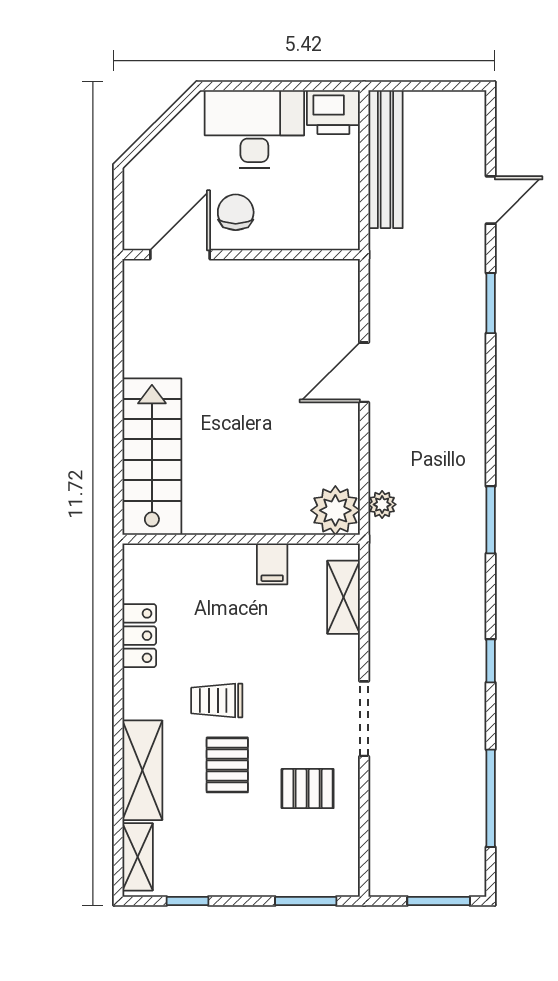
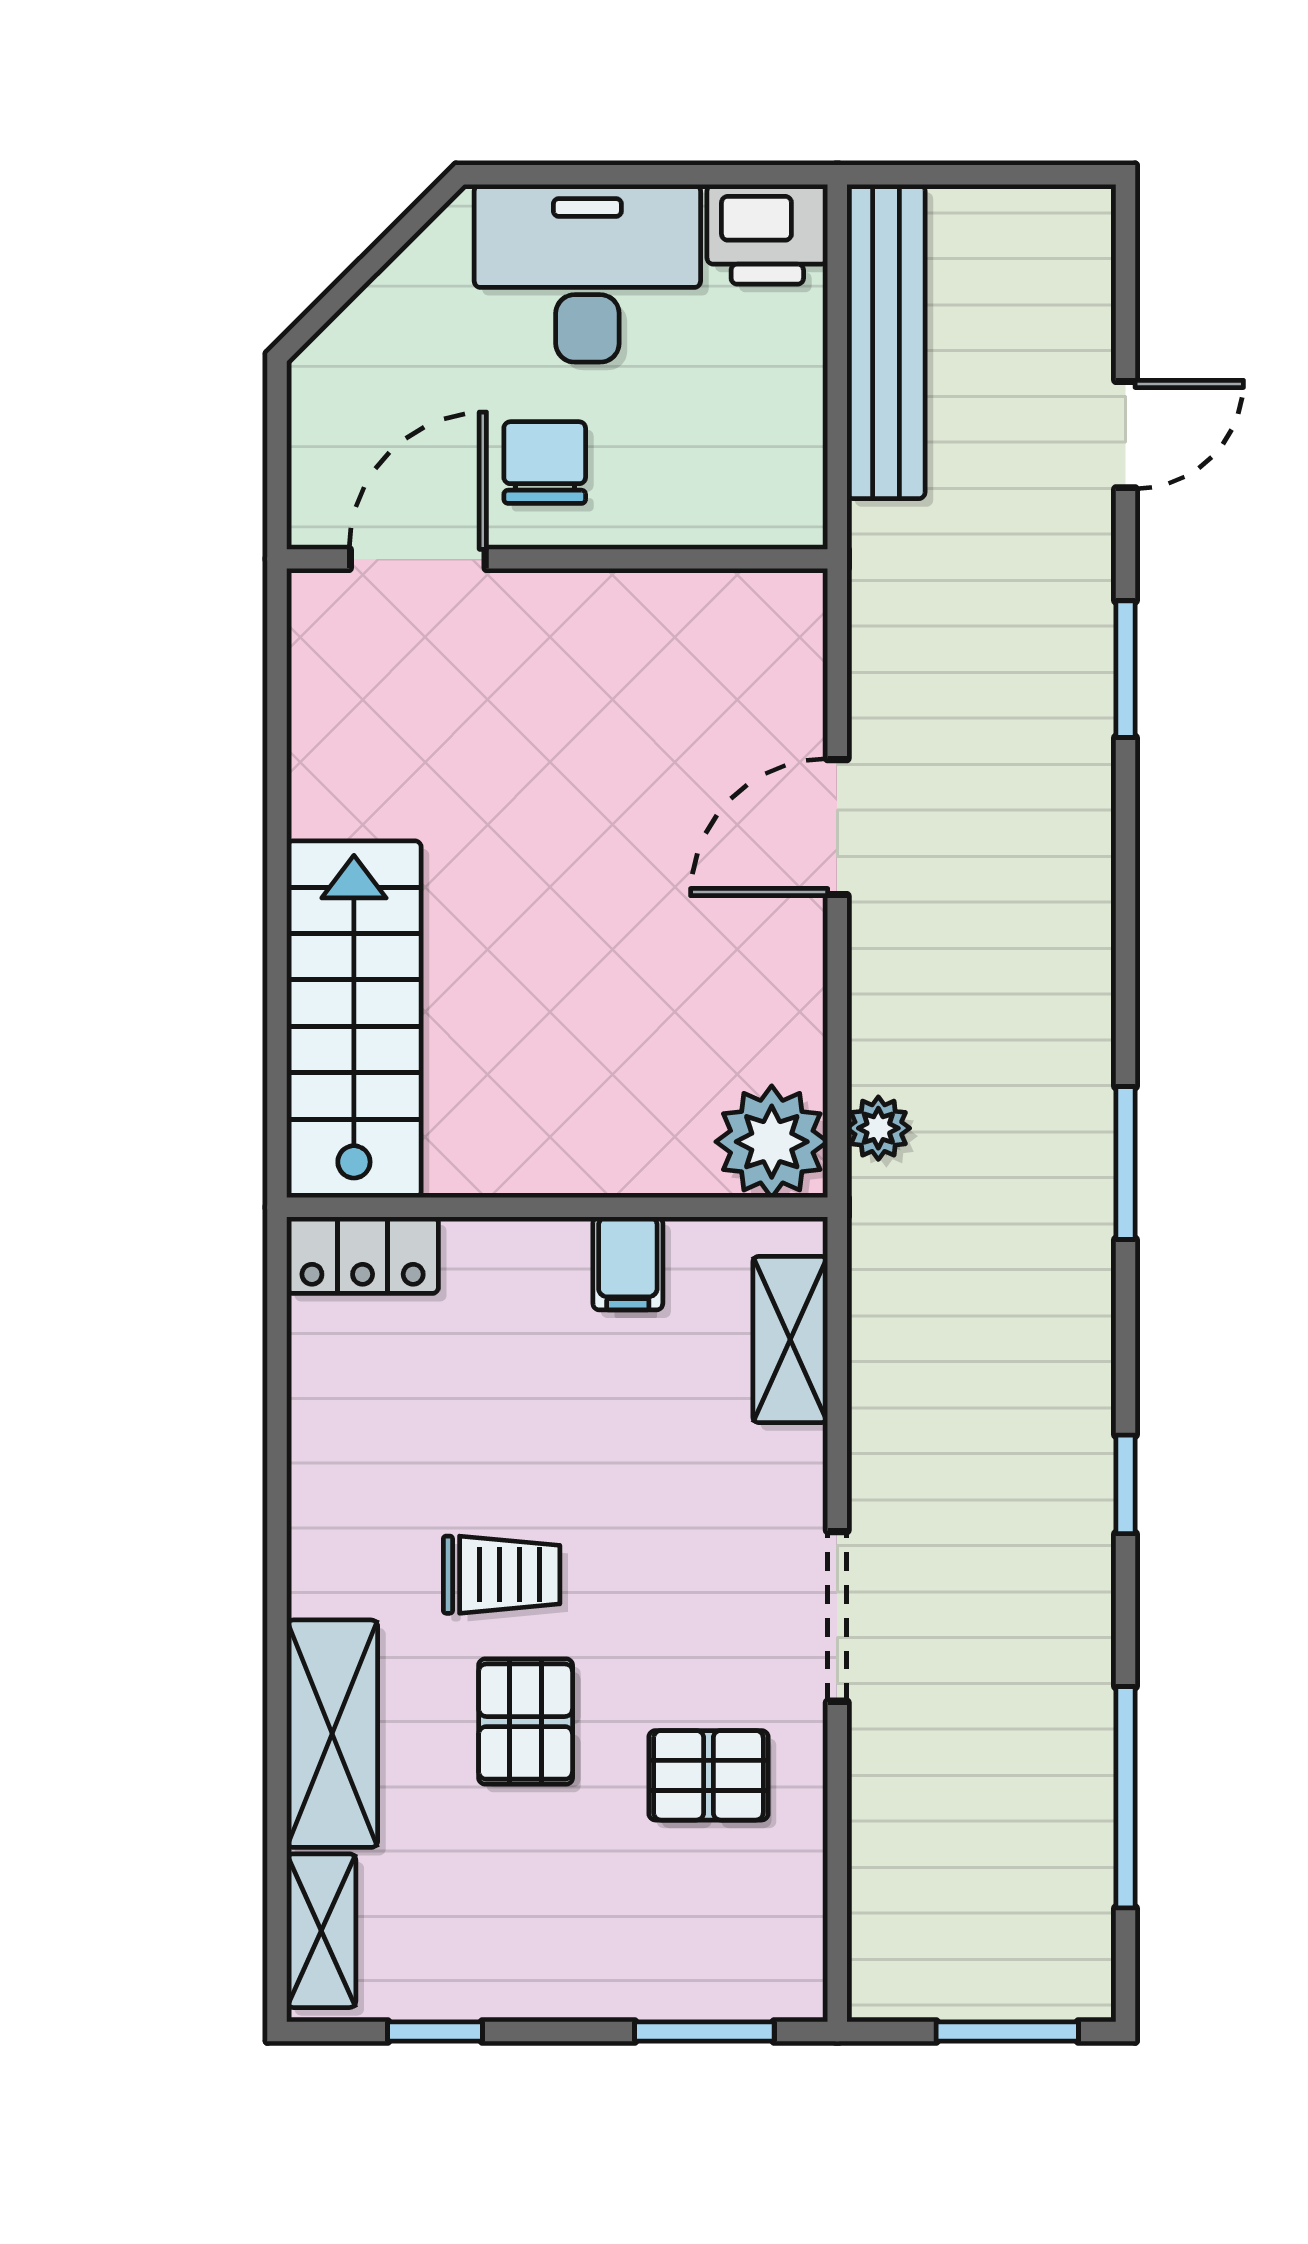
locker: (139, 636) -> (363, 1255), moved, turned 90
trolley: (217, 701) -> (502, 1575), turned 180

